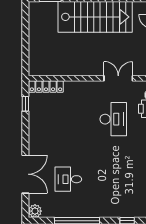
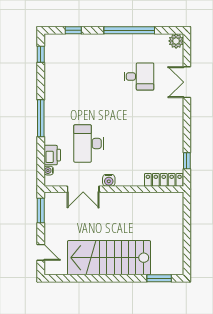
water cooler: (95, 86) -> (109, 180), added
double door: (25, 174) -> (187, 82), width x0.73

